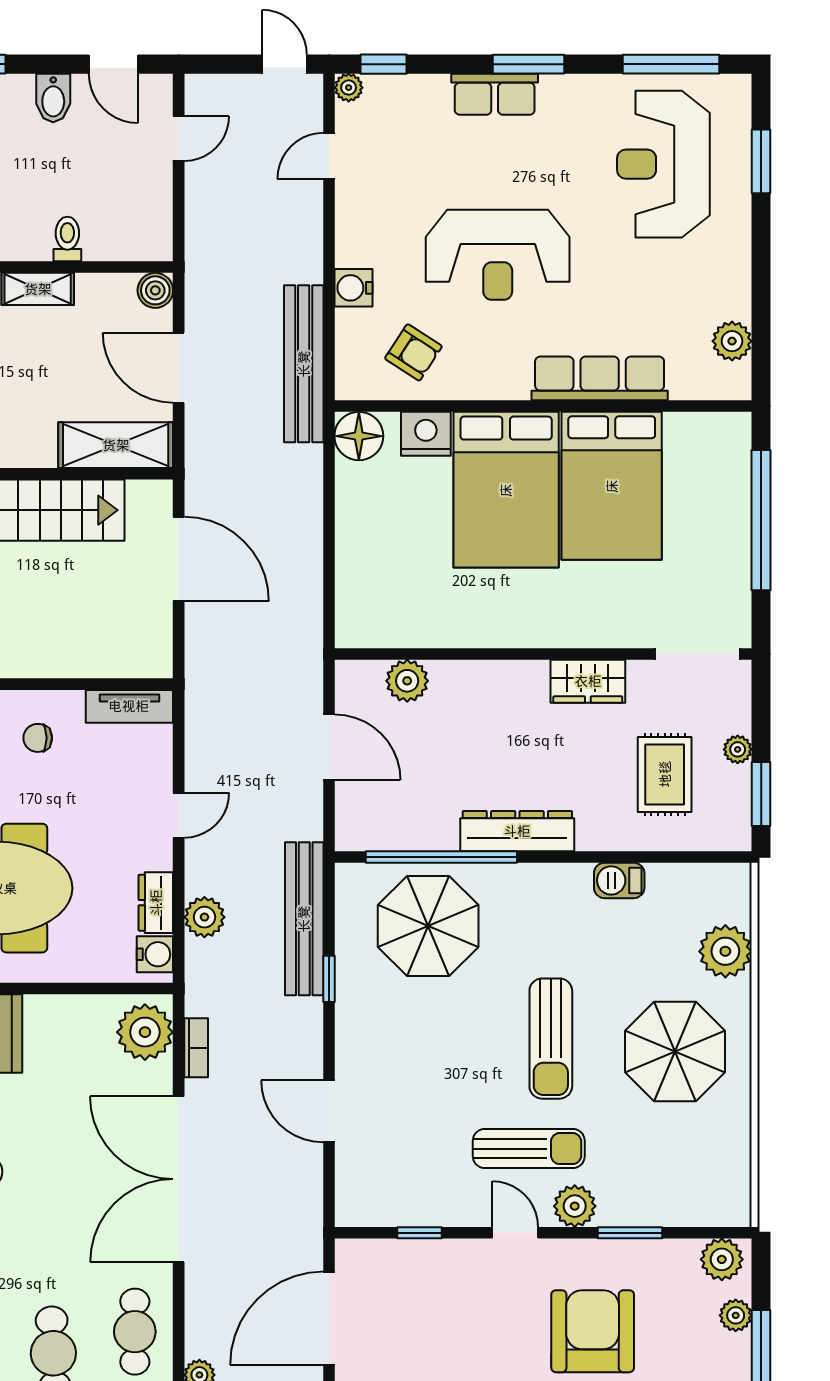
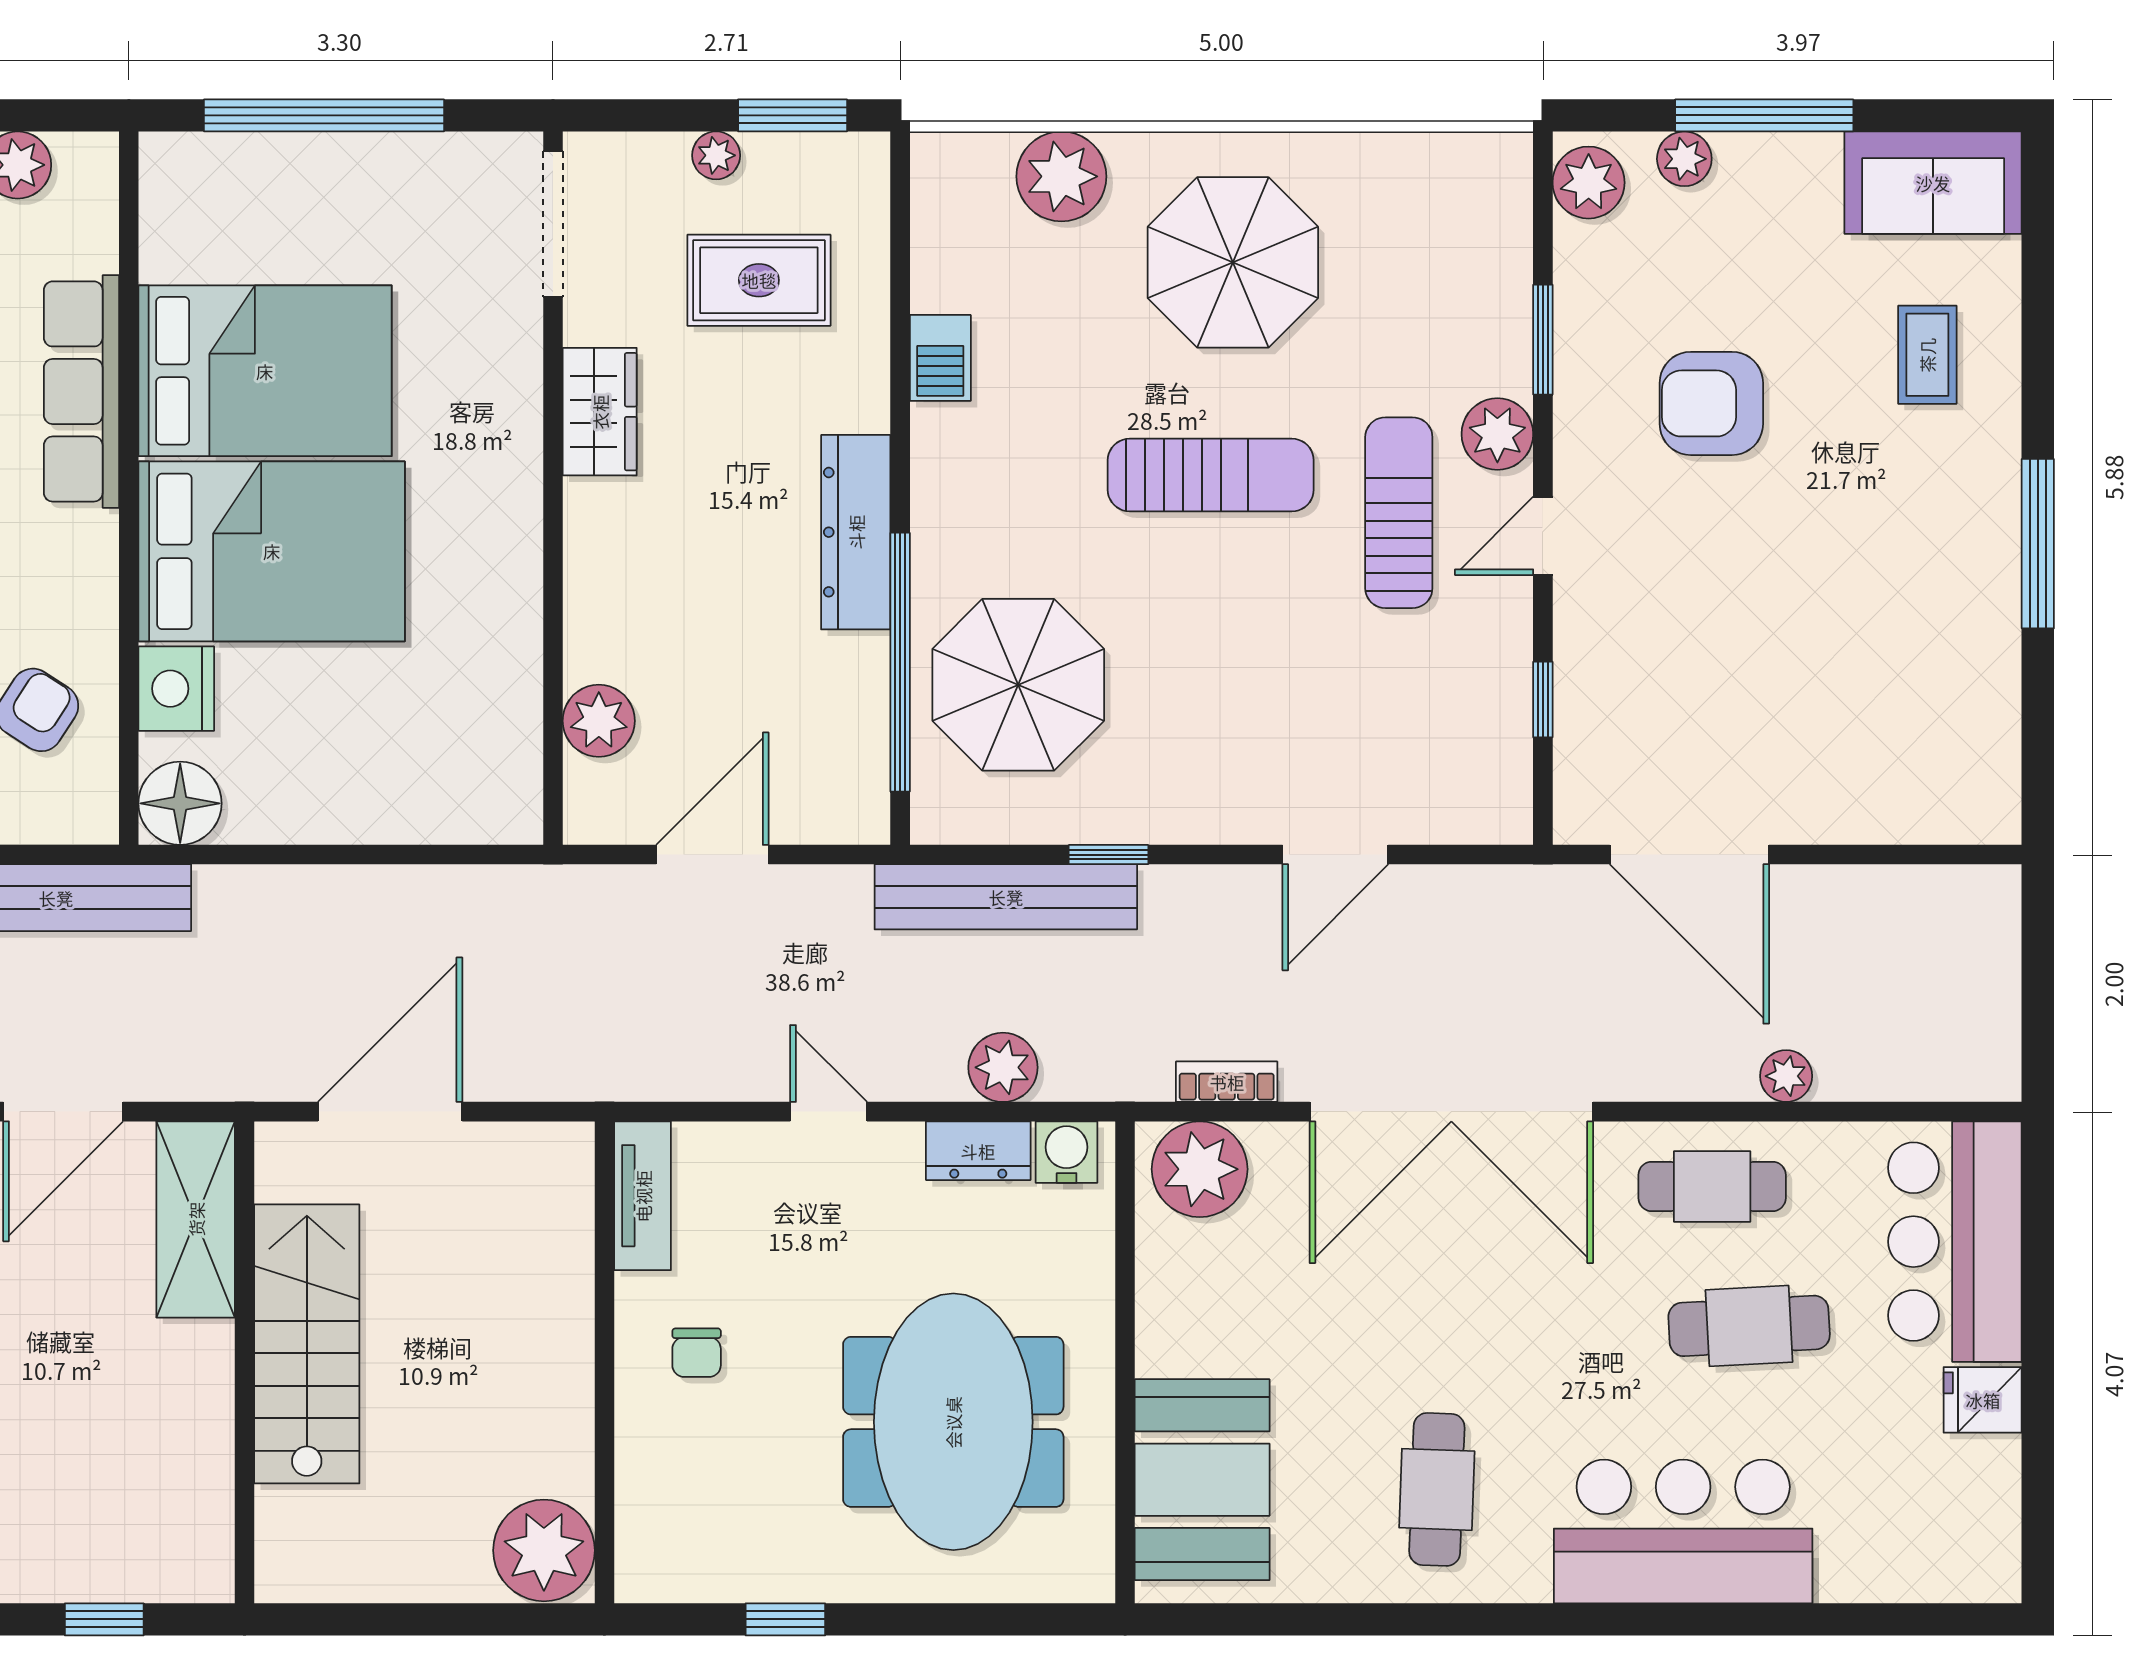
armchair: (593, 1331) -> (1711, 403), width x0.73, depth x0.73

